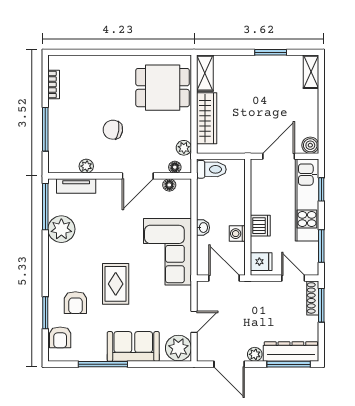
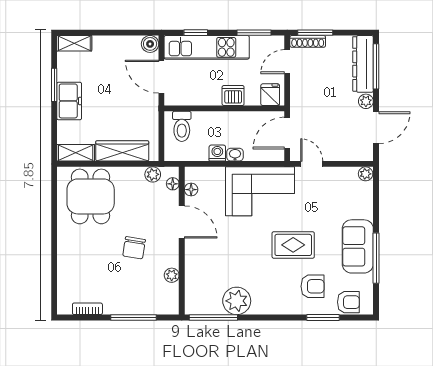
freezer: (255, 67) -> (69, 101), added
toilet: (211, 169) -> (182, 126), moved, turned 180
tv unit: (76, 186) -> (192, 286), removed
washing machine: (237, 234) -> (217, 153), moved, turned 180
door: (194, 322) -> (312, 164), moved
sofa: (133, 346) -> (358, 246), moved
plant: (178, 348) -> (366, 174), width x0.53, depth x0.53

